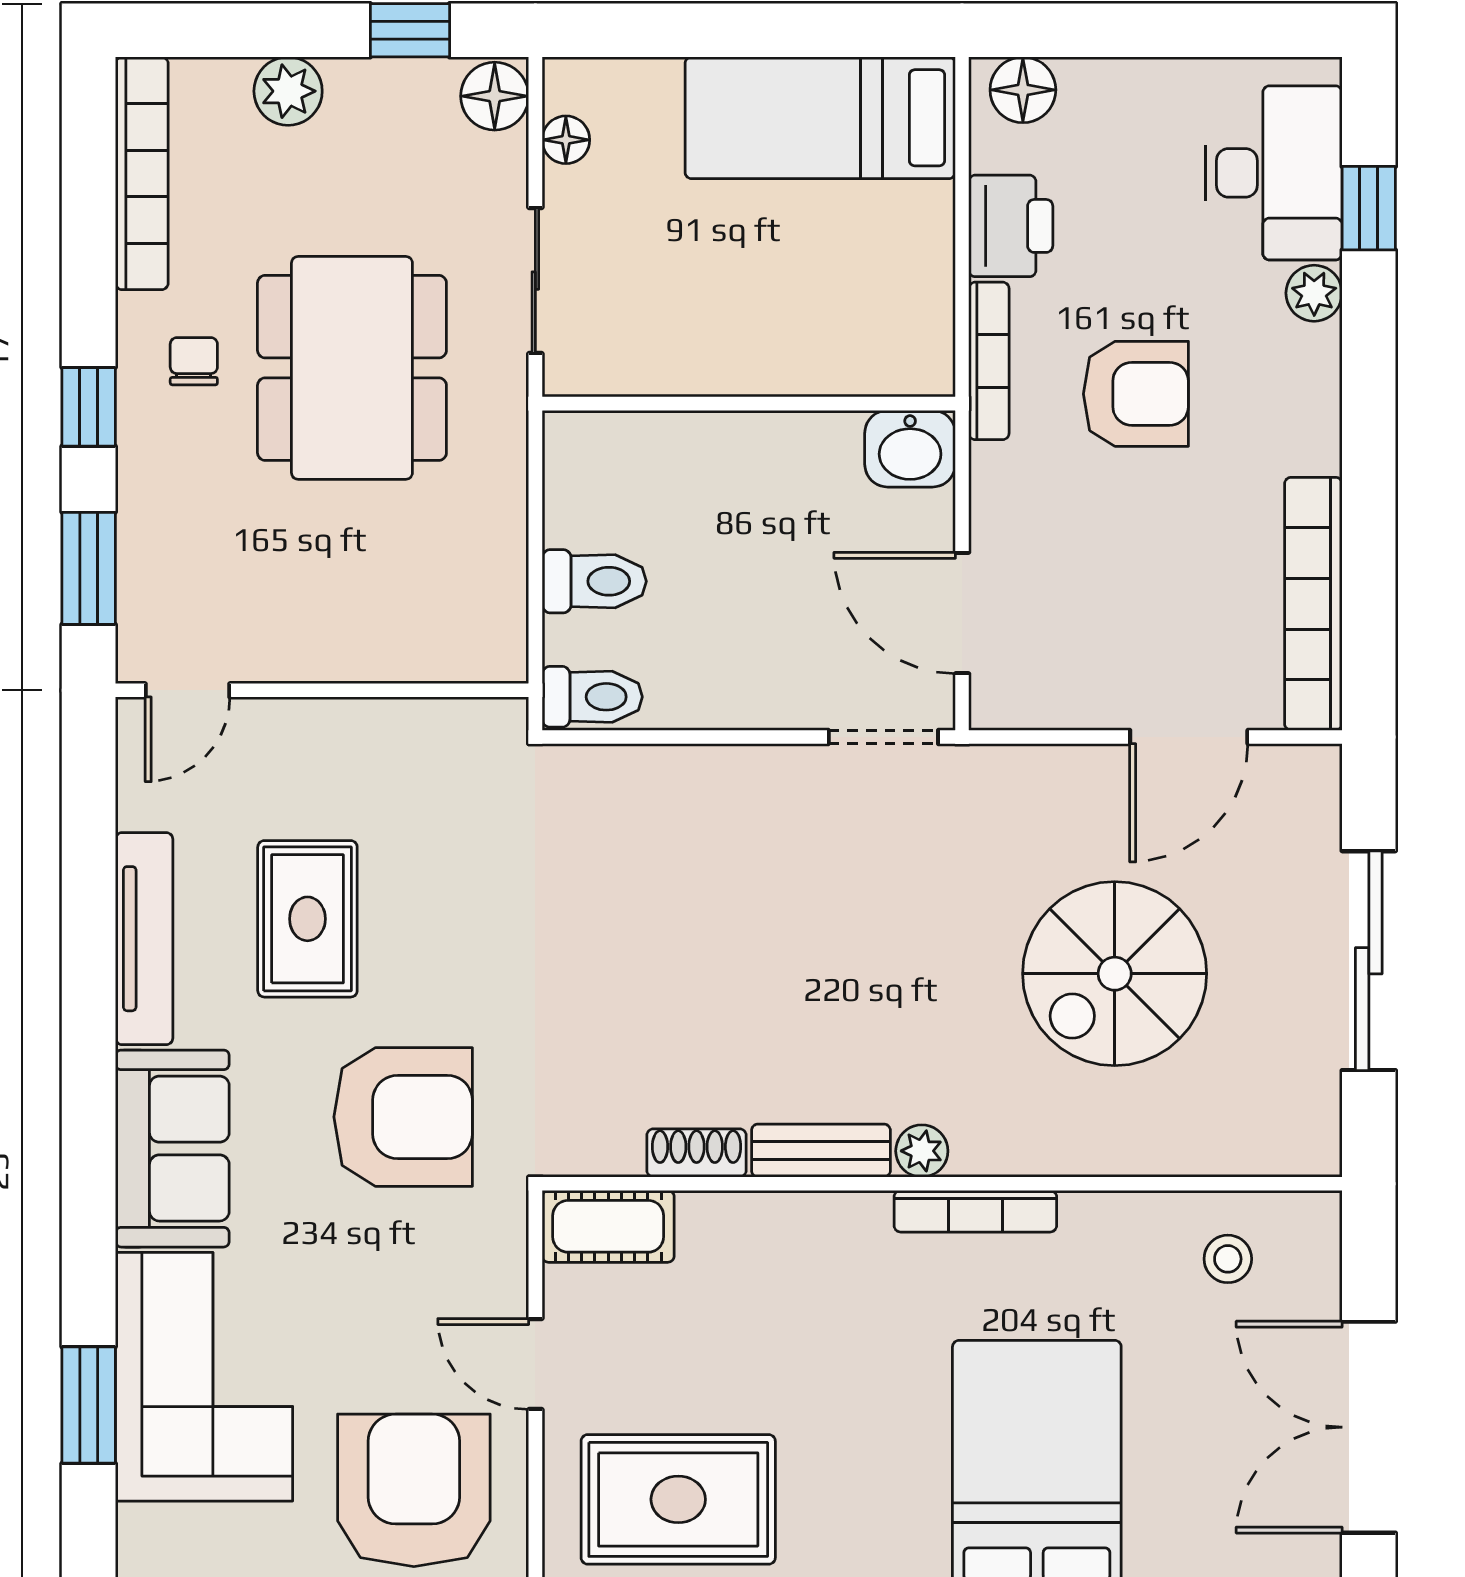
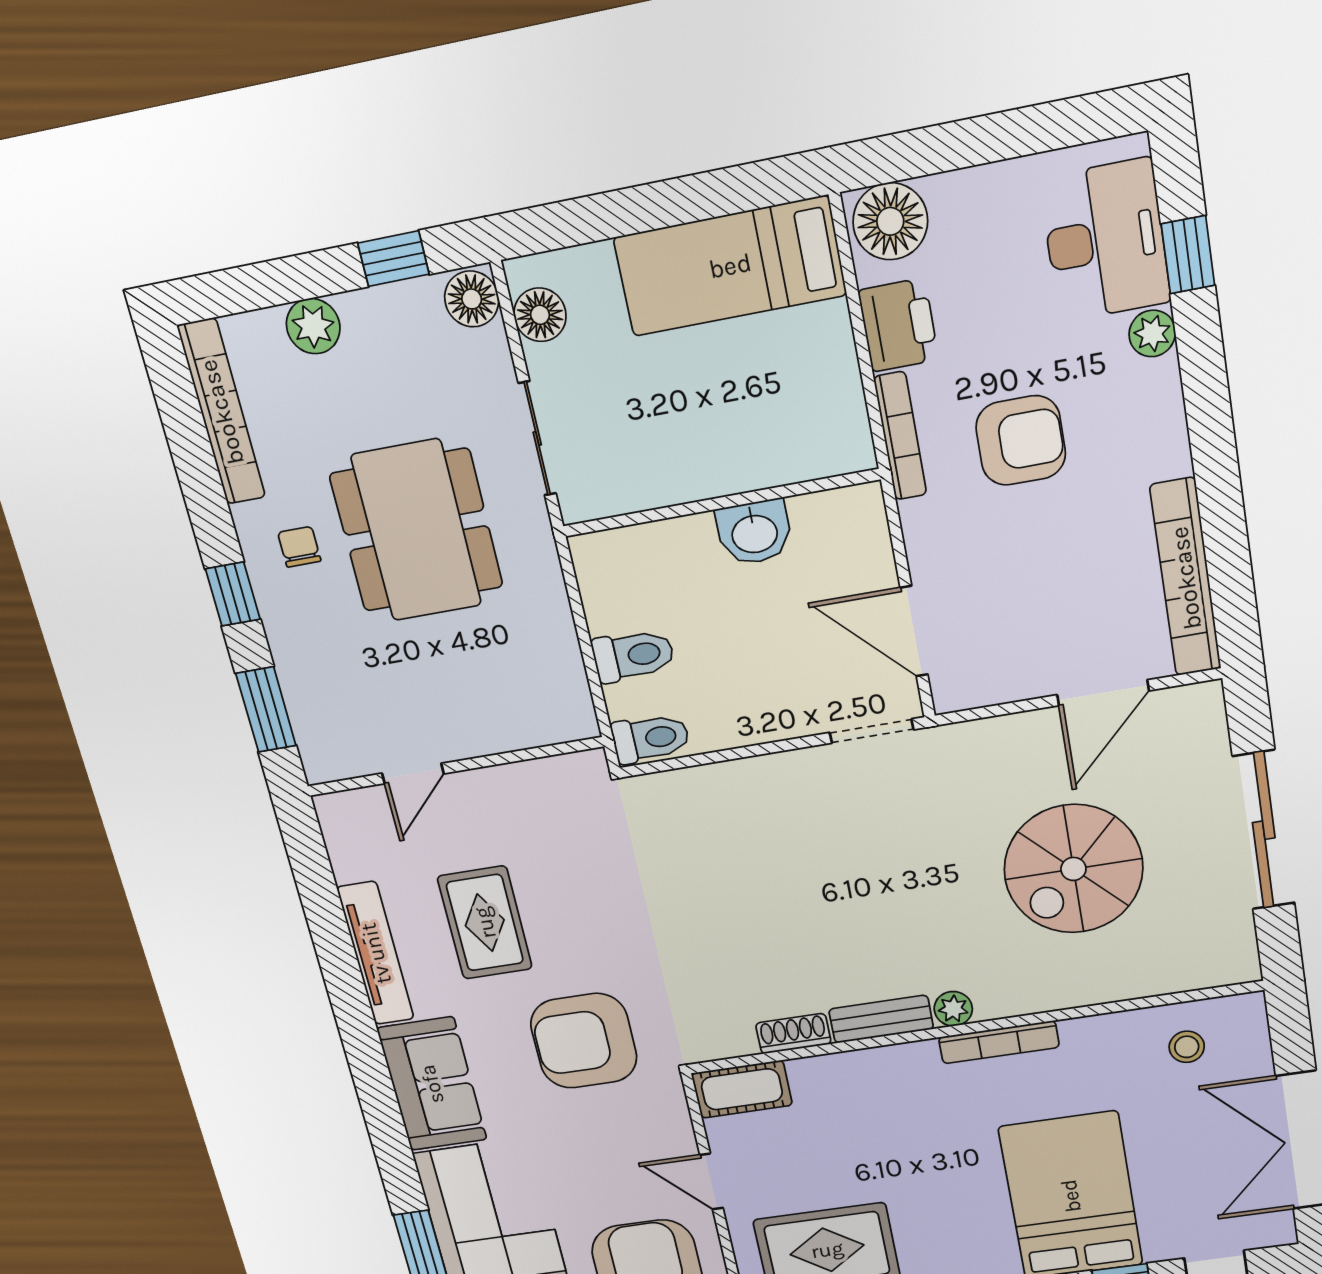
floor lamp: (1023, 90) -> (890, 221), width x1.38, depth x1.38
floor lamp: (566, 140) -> (540, 315), width x1.37, depth x1.37
washbasin: (910, 449) -> (754, 532), moved
door: (188, 690) -> (413, 774), moved
armchair: (403, 1117) -> (584, 1041), turned 180

